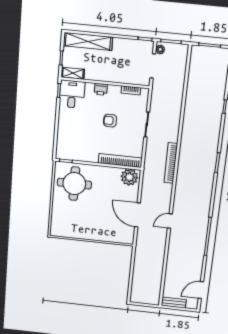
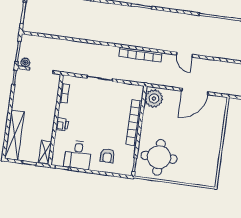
desk: (72, 94) -> (78, 155), moved, turned -90
armchair: (110, 121) -> (107, 156), moved
bookcase: (120, 161) -> (134, 123), moved
door: (170, 221) -> (184, 55), moved

